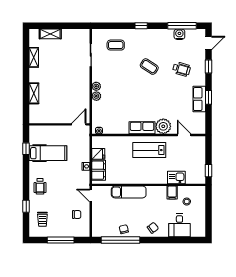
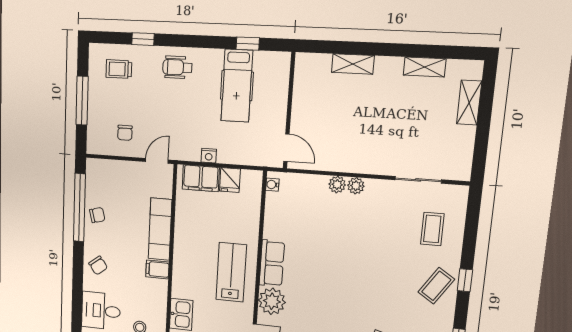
coffee table: (149, 67) -> (436, 286), moved
filing cabinet: (172, 192) -> (157, 269), moved

